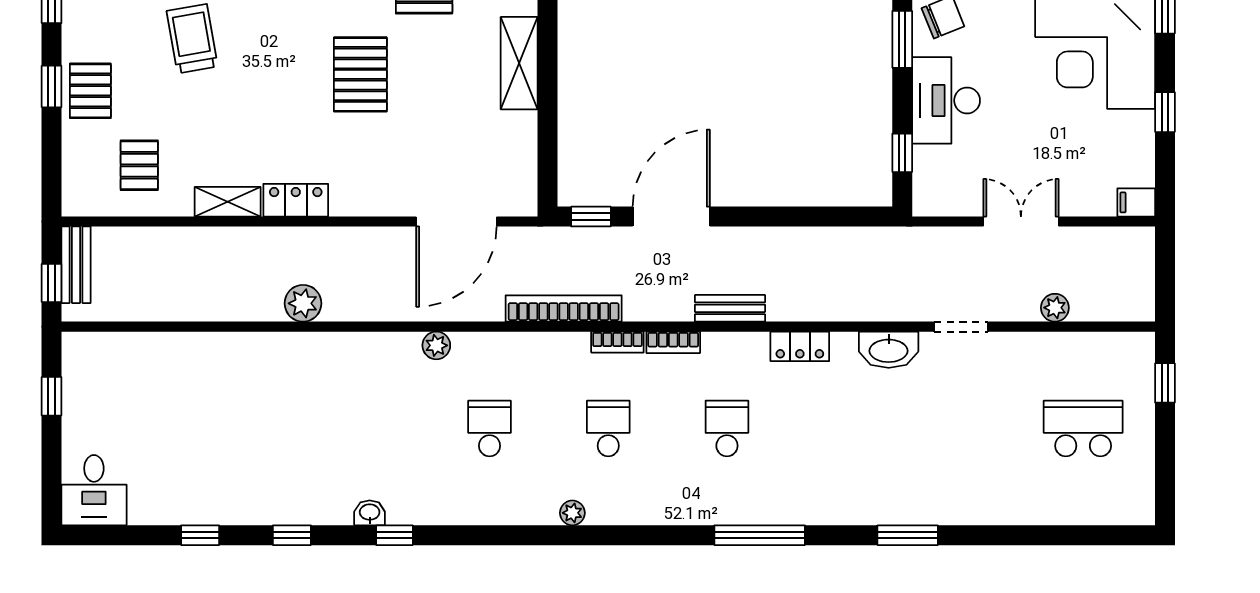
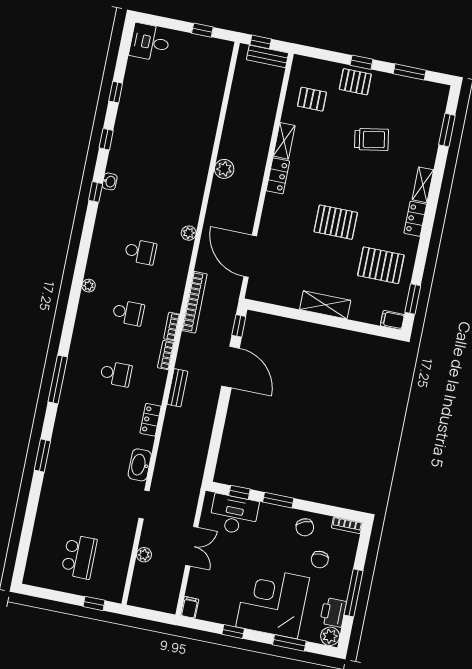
window: (902, 39) -> (278, 500), moved
desk: (946, 100) -> (234, 515), moved

